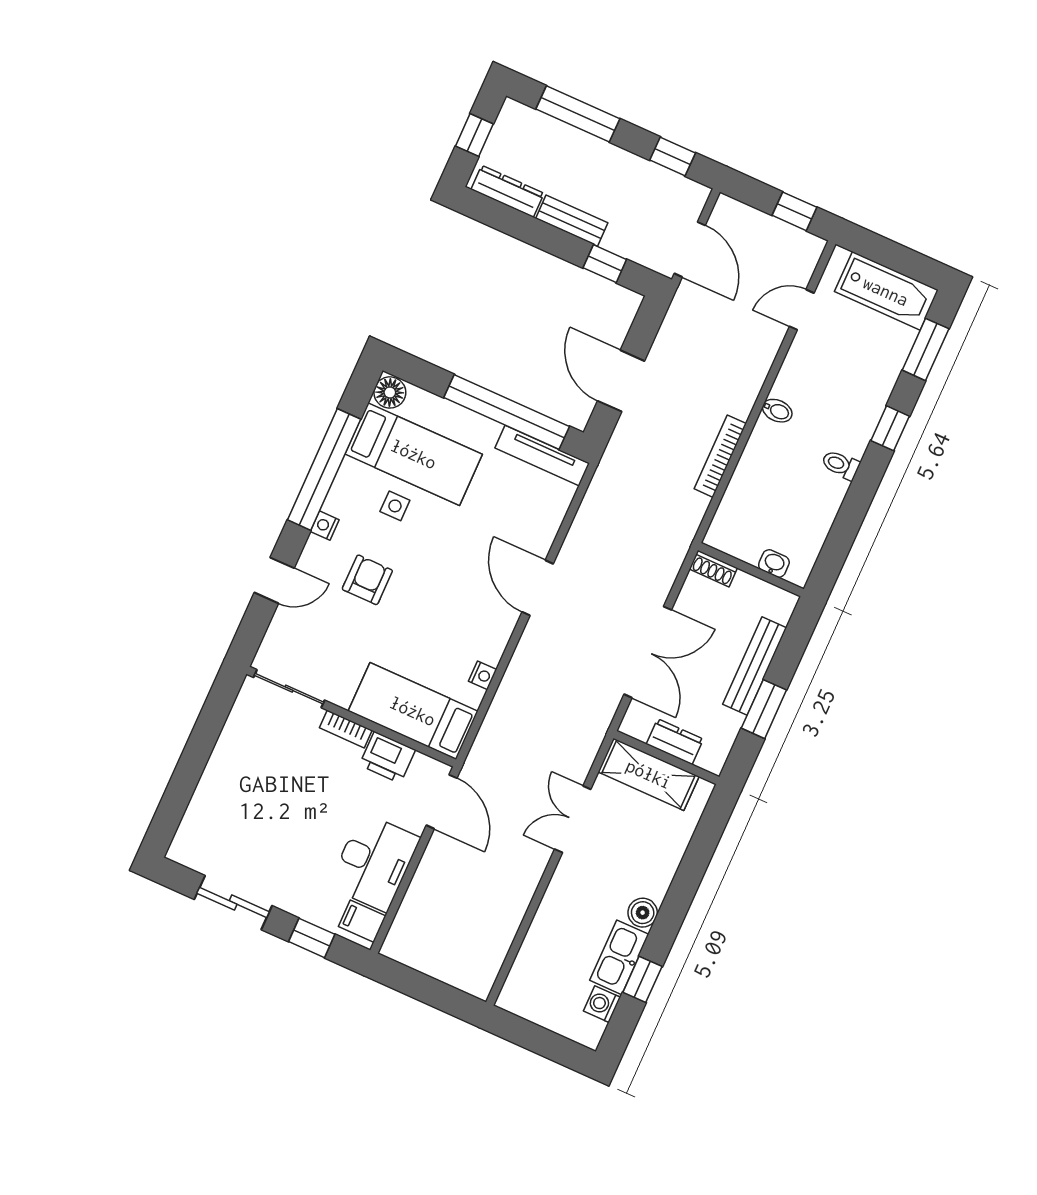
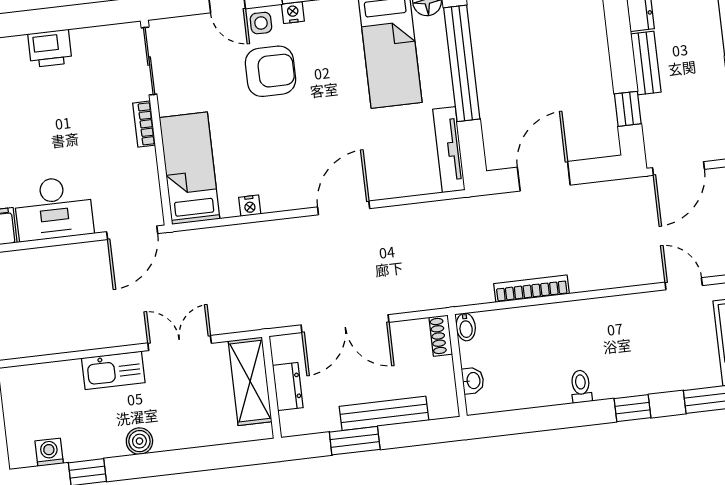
bidet: (777, 411) -> (466, 327), moved
window: (507, 412) -> (462, 63), moved
side table: (395, 506) -> (261, 23), moved
armchair: (367, 580) -> (270, 71), width x1.38, depth x1.38
printer: (387, 758) -> (50, 48), moved, turned -90
kitchen sink: (619, 957) -> (113, 370), moved, turned 180

